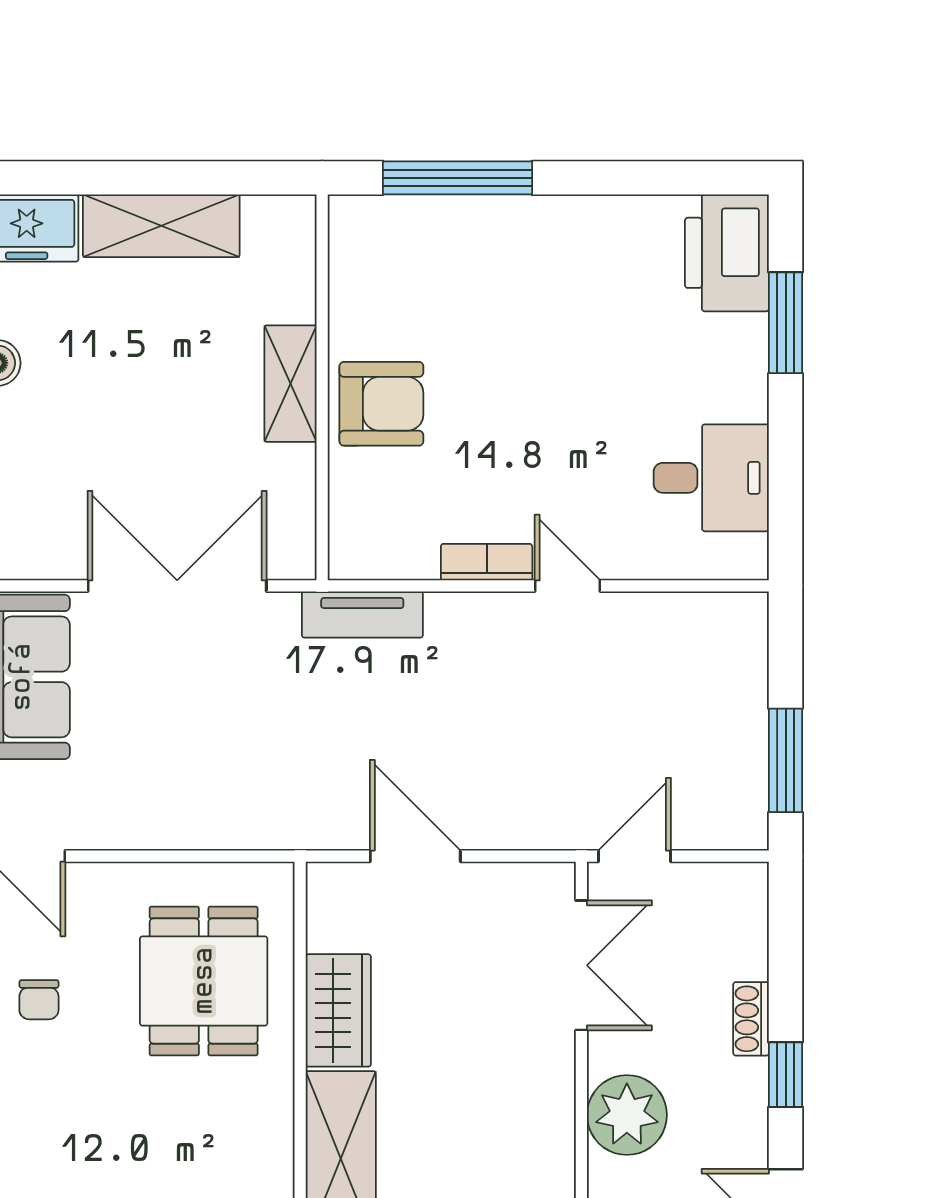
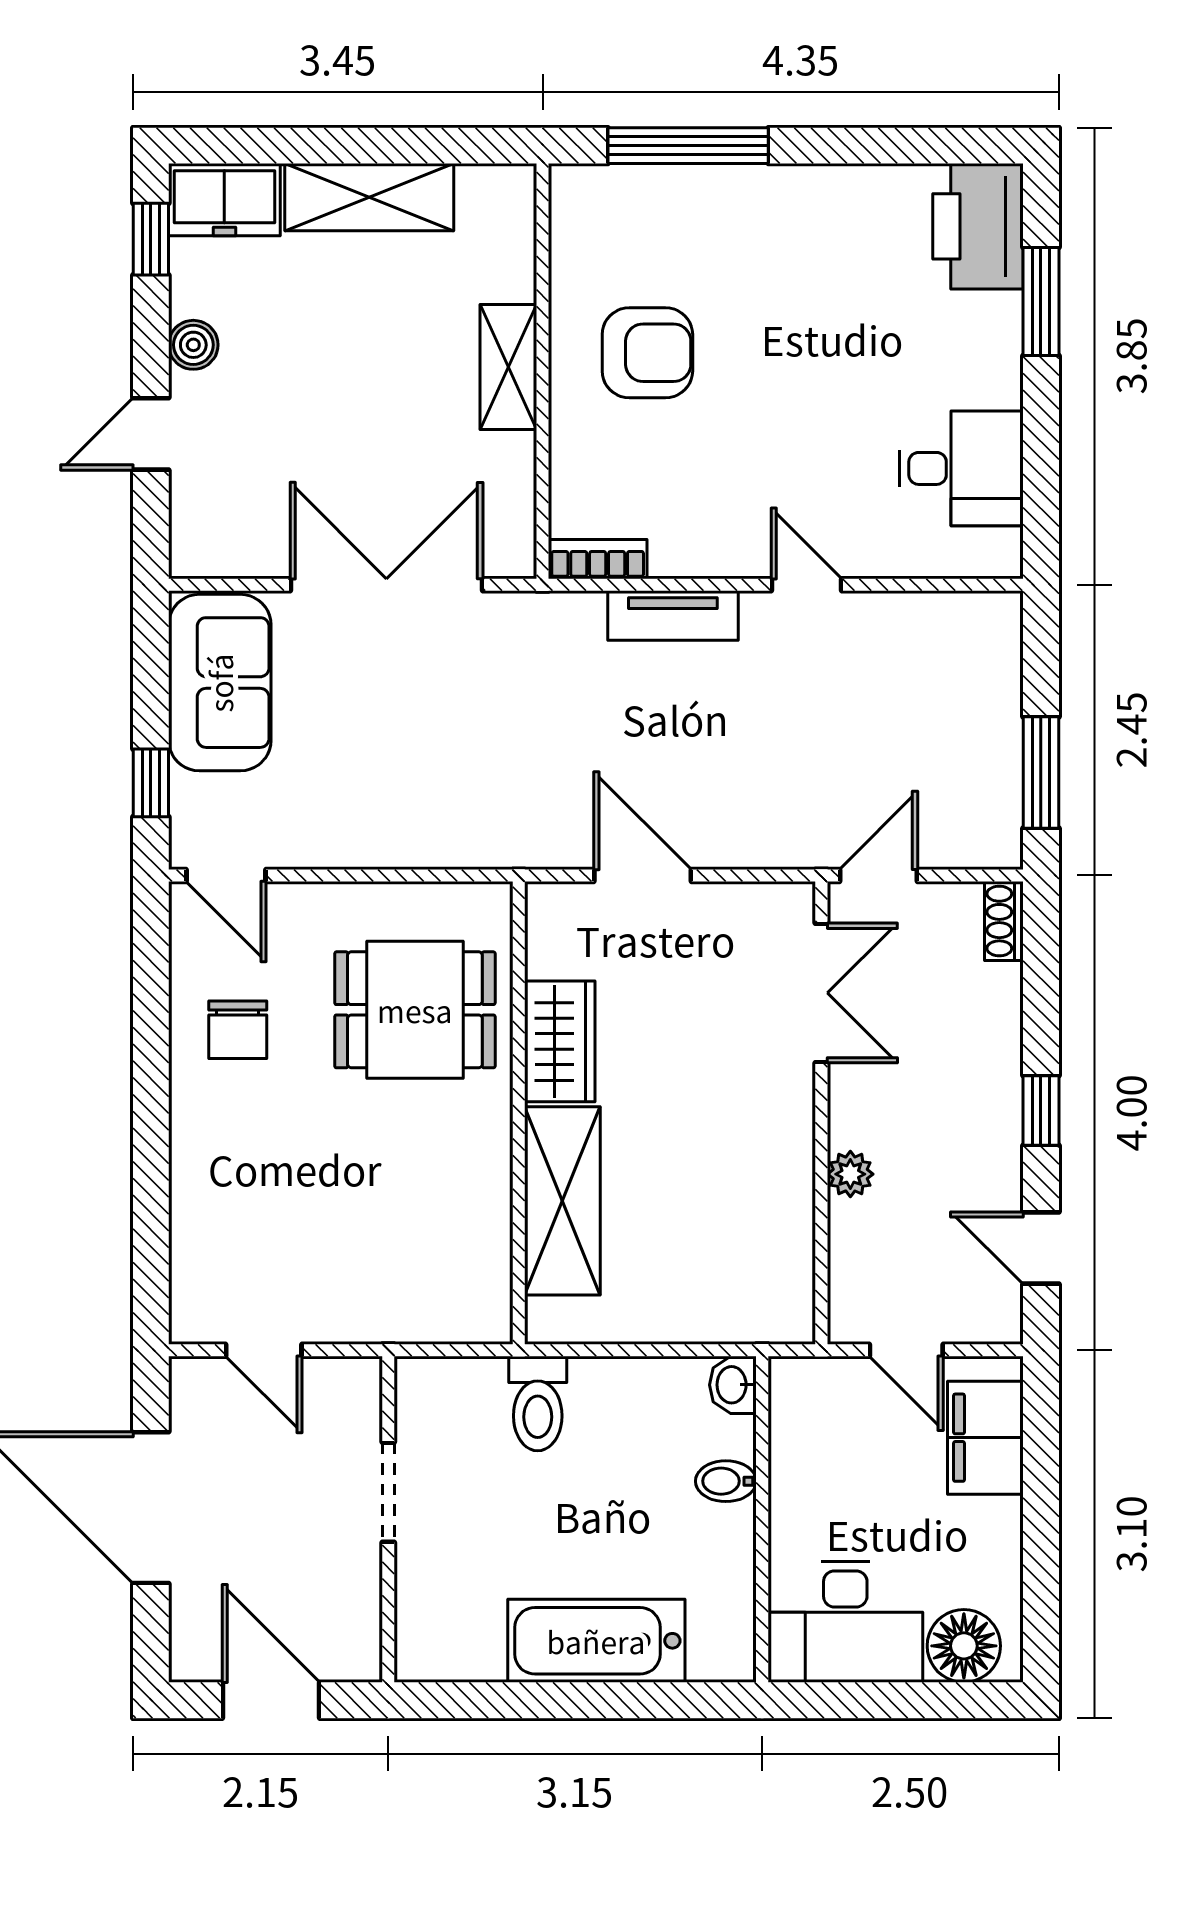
armchair: (381, 404) -> (647, 353), moved
bookcase: (487, 562) -> (598, 559), moved
tv unit: (362, 615) -> (673, 616), moved
dining table: (204, 981) -> (415, 1010), turned 90
chair: (39, 1000) -> (238, 1030), width x1.37, depth x1.37
shoe rack: (751, 1019) -> (1004, 921), moved
plant: (627, 1115) -> (850, 1174), width x0.53, depth x0.53

